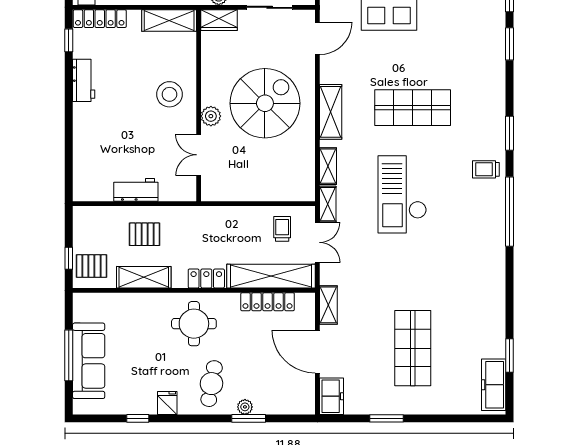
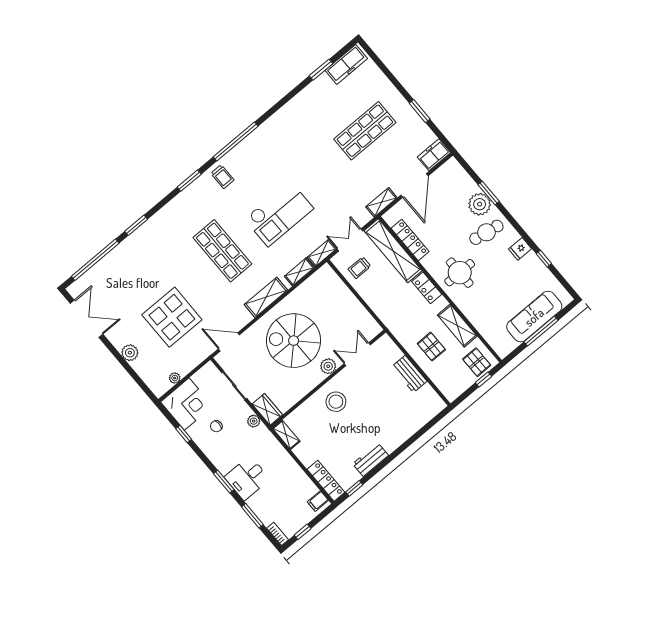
shelving: (169, 21) -> (286, 435), width x0.67, depth x0.75
double door: (199, 155) -> (357, 354), swing flipped
plant: (245, 407) -> (480, 204), width x1.88, depth x1.88

